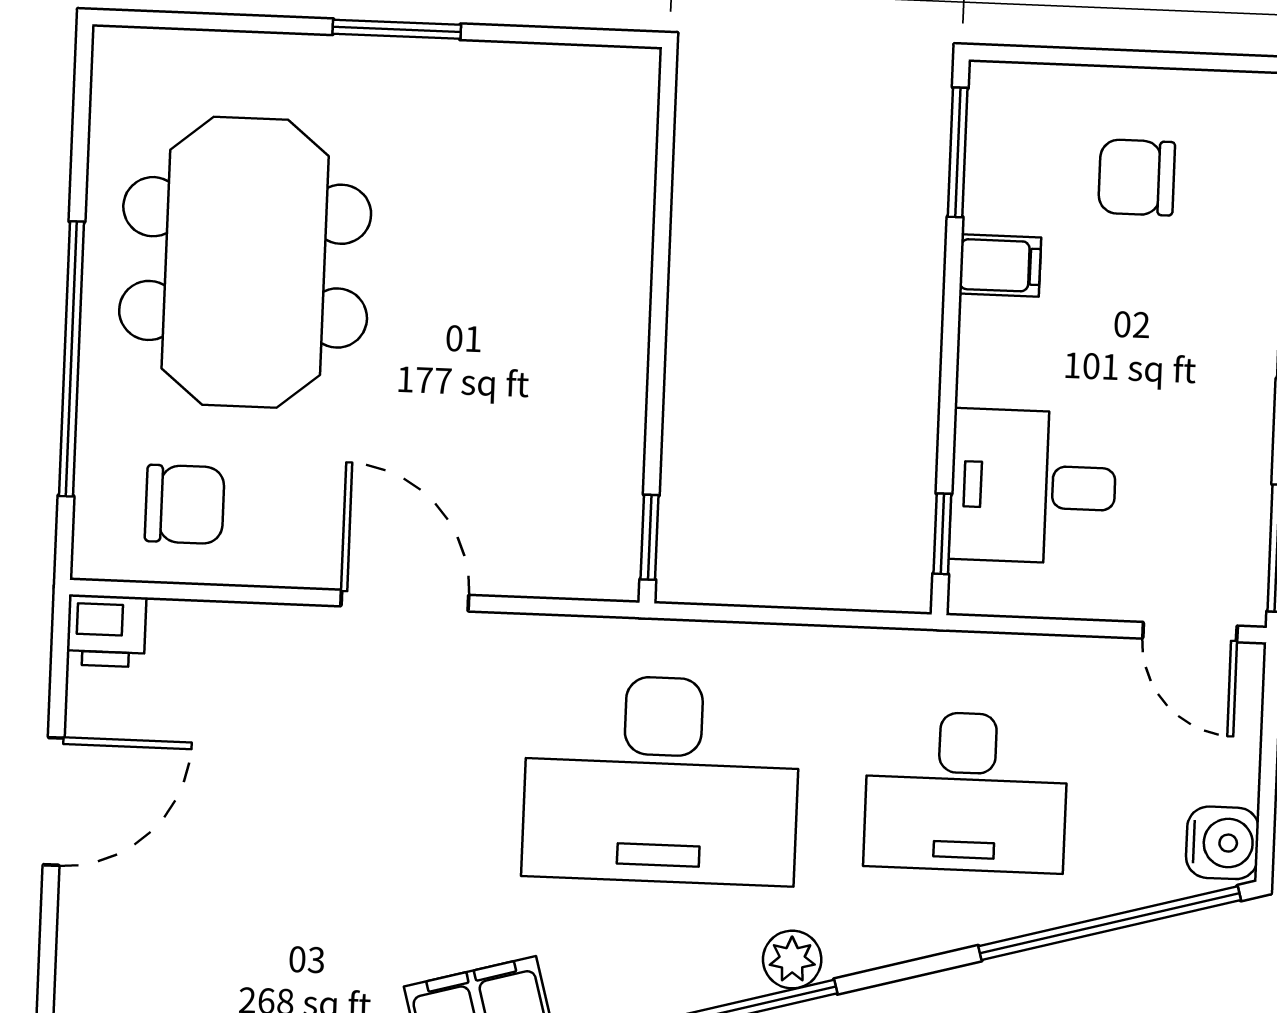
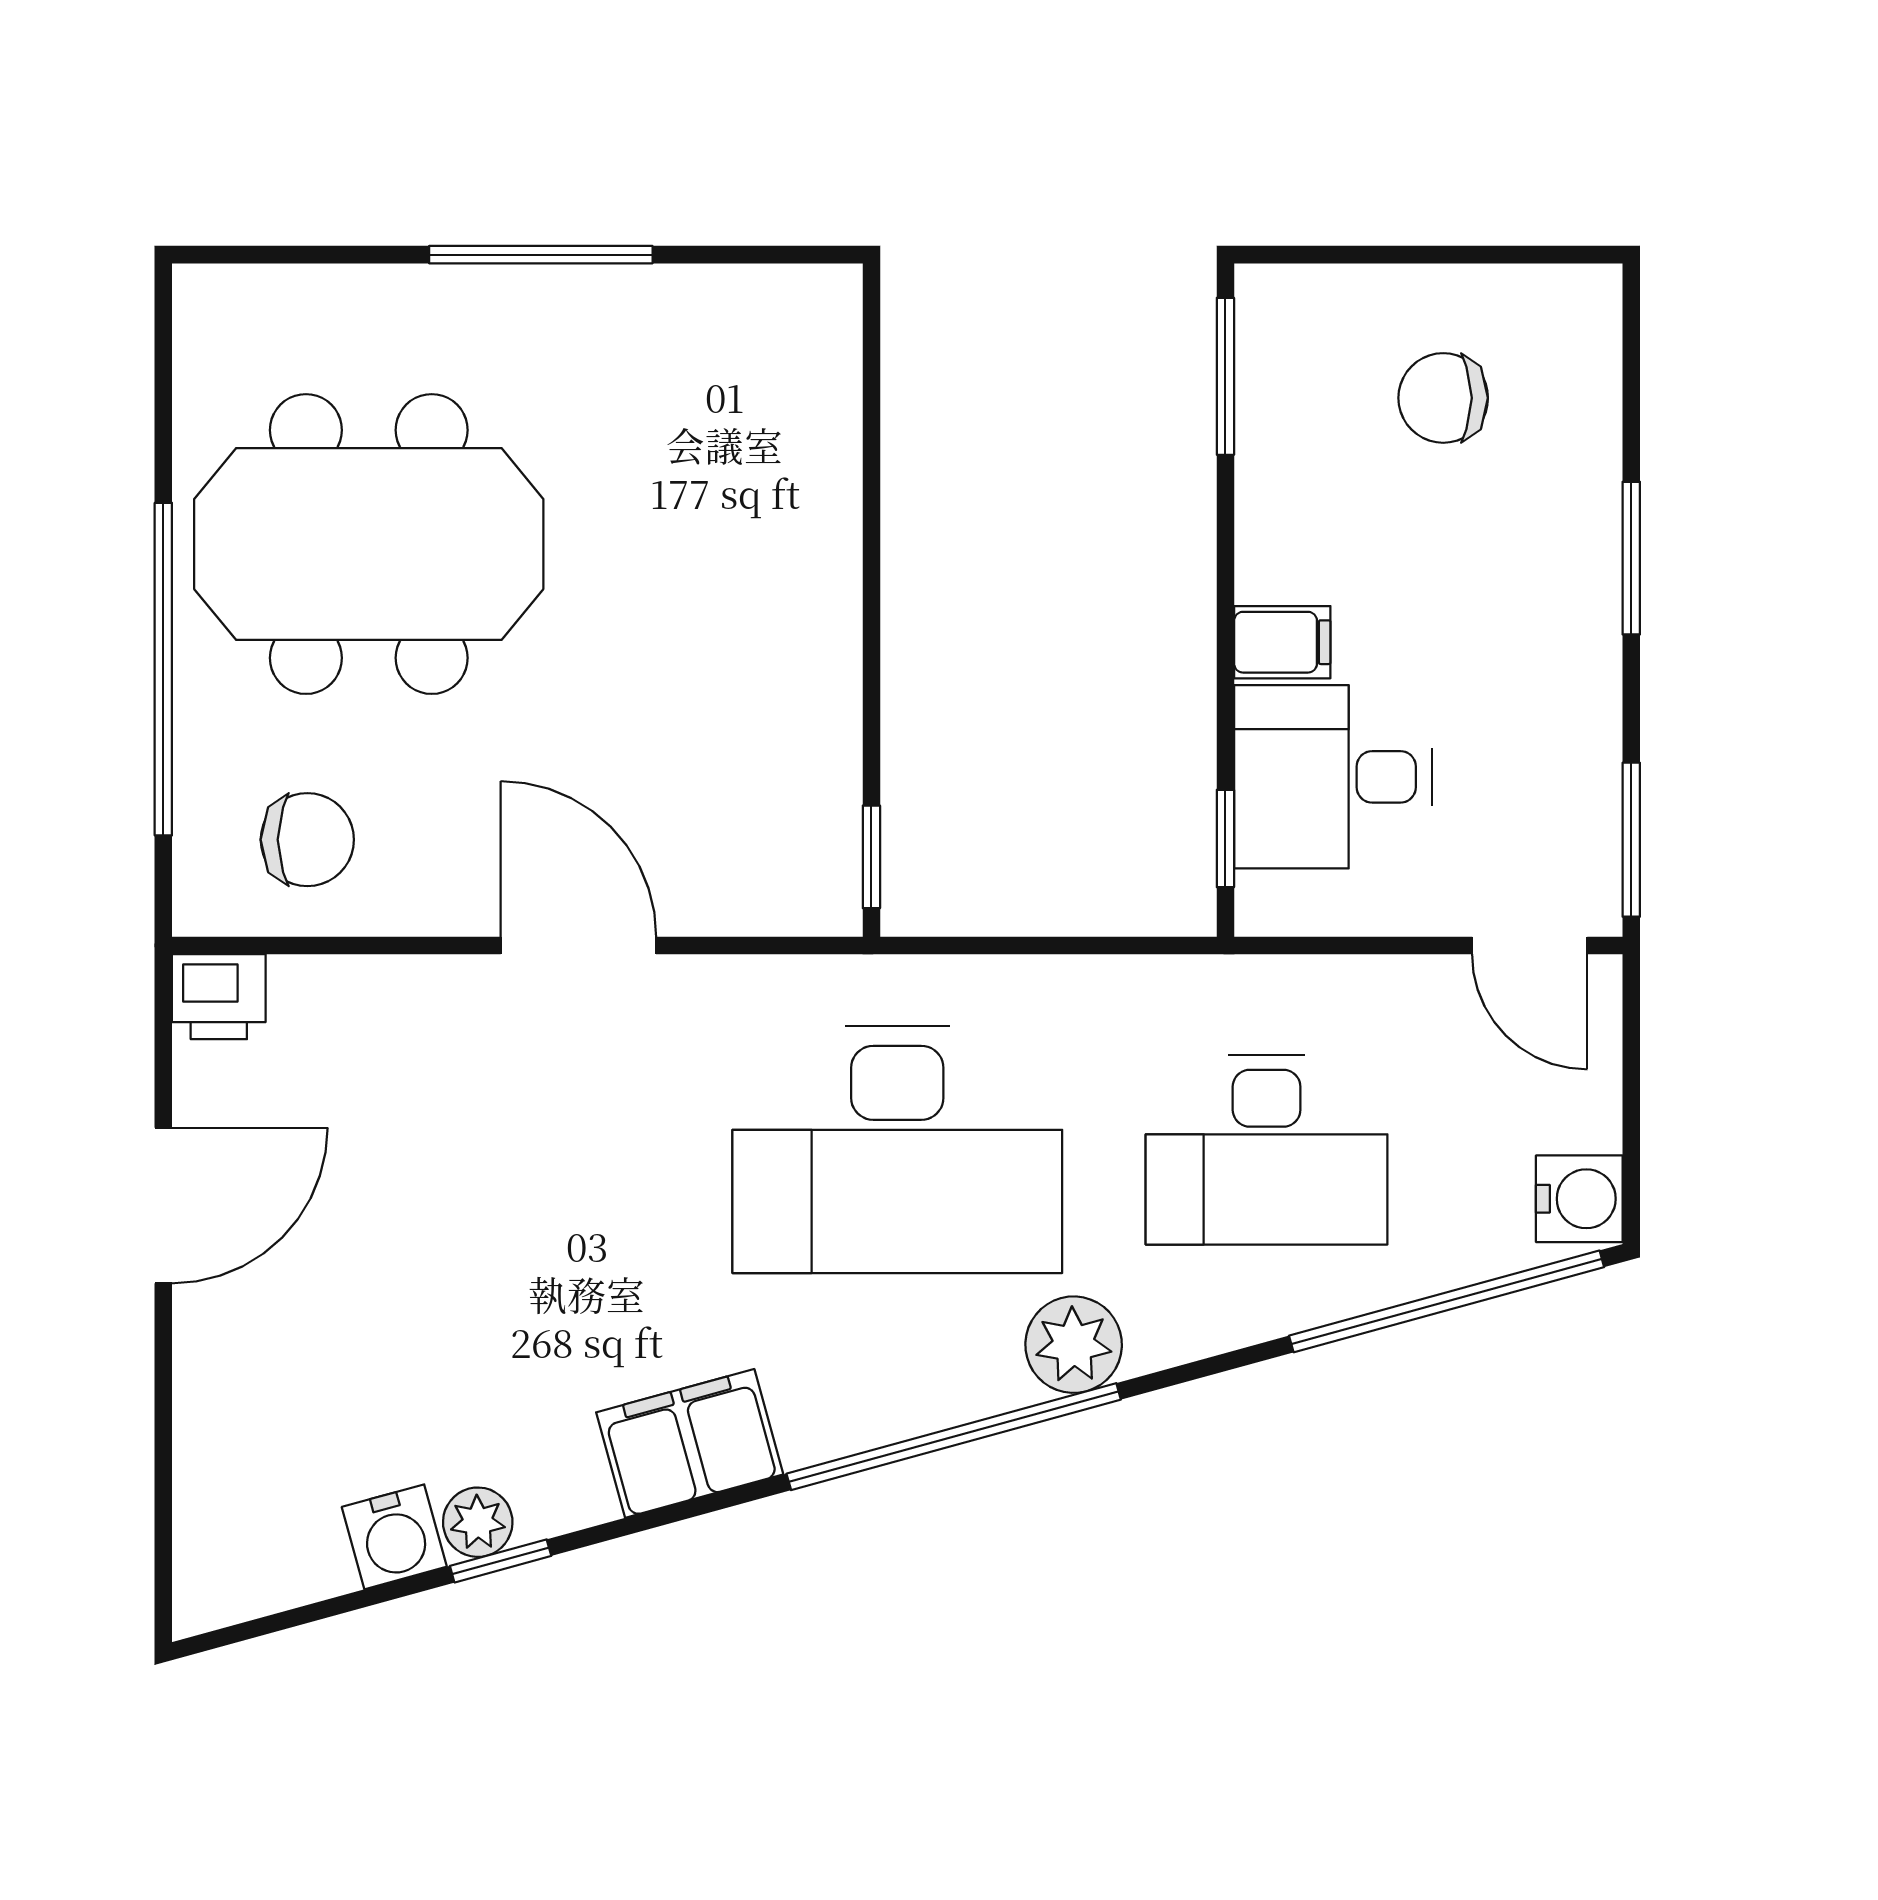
window: (397, 29) -> (541, 255), width x1.44
meeting table: (245, 262) -> (369, 544), turned 90
filing cabinet: (1000, 265) -> (1282, 642), moved
plant: (792, 960) -> (1074, 1345), width x1.38, depth x1.38

